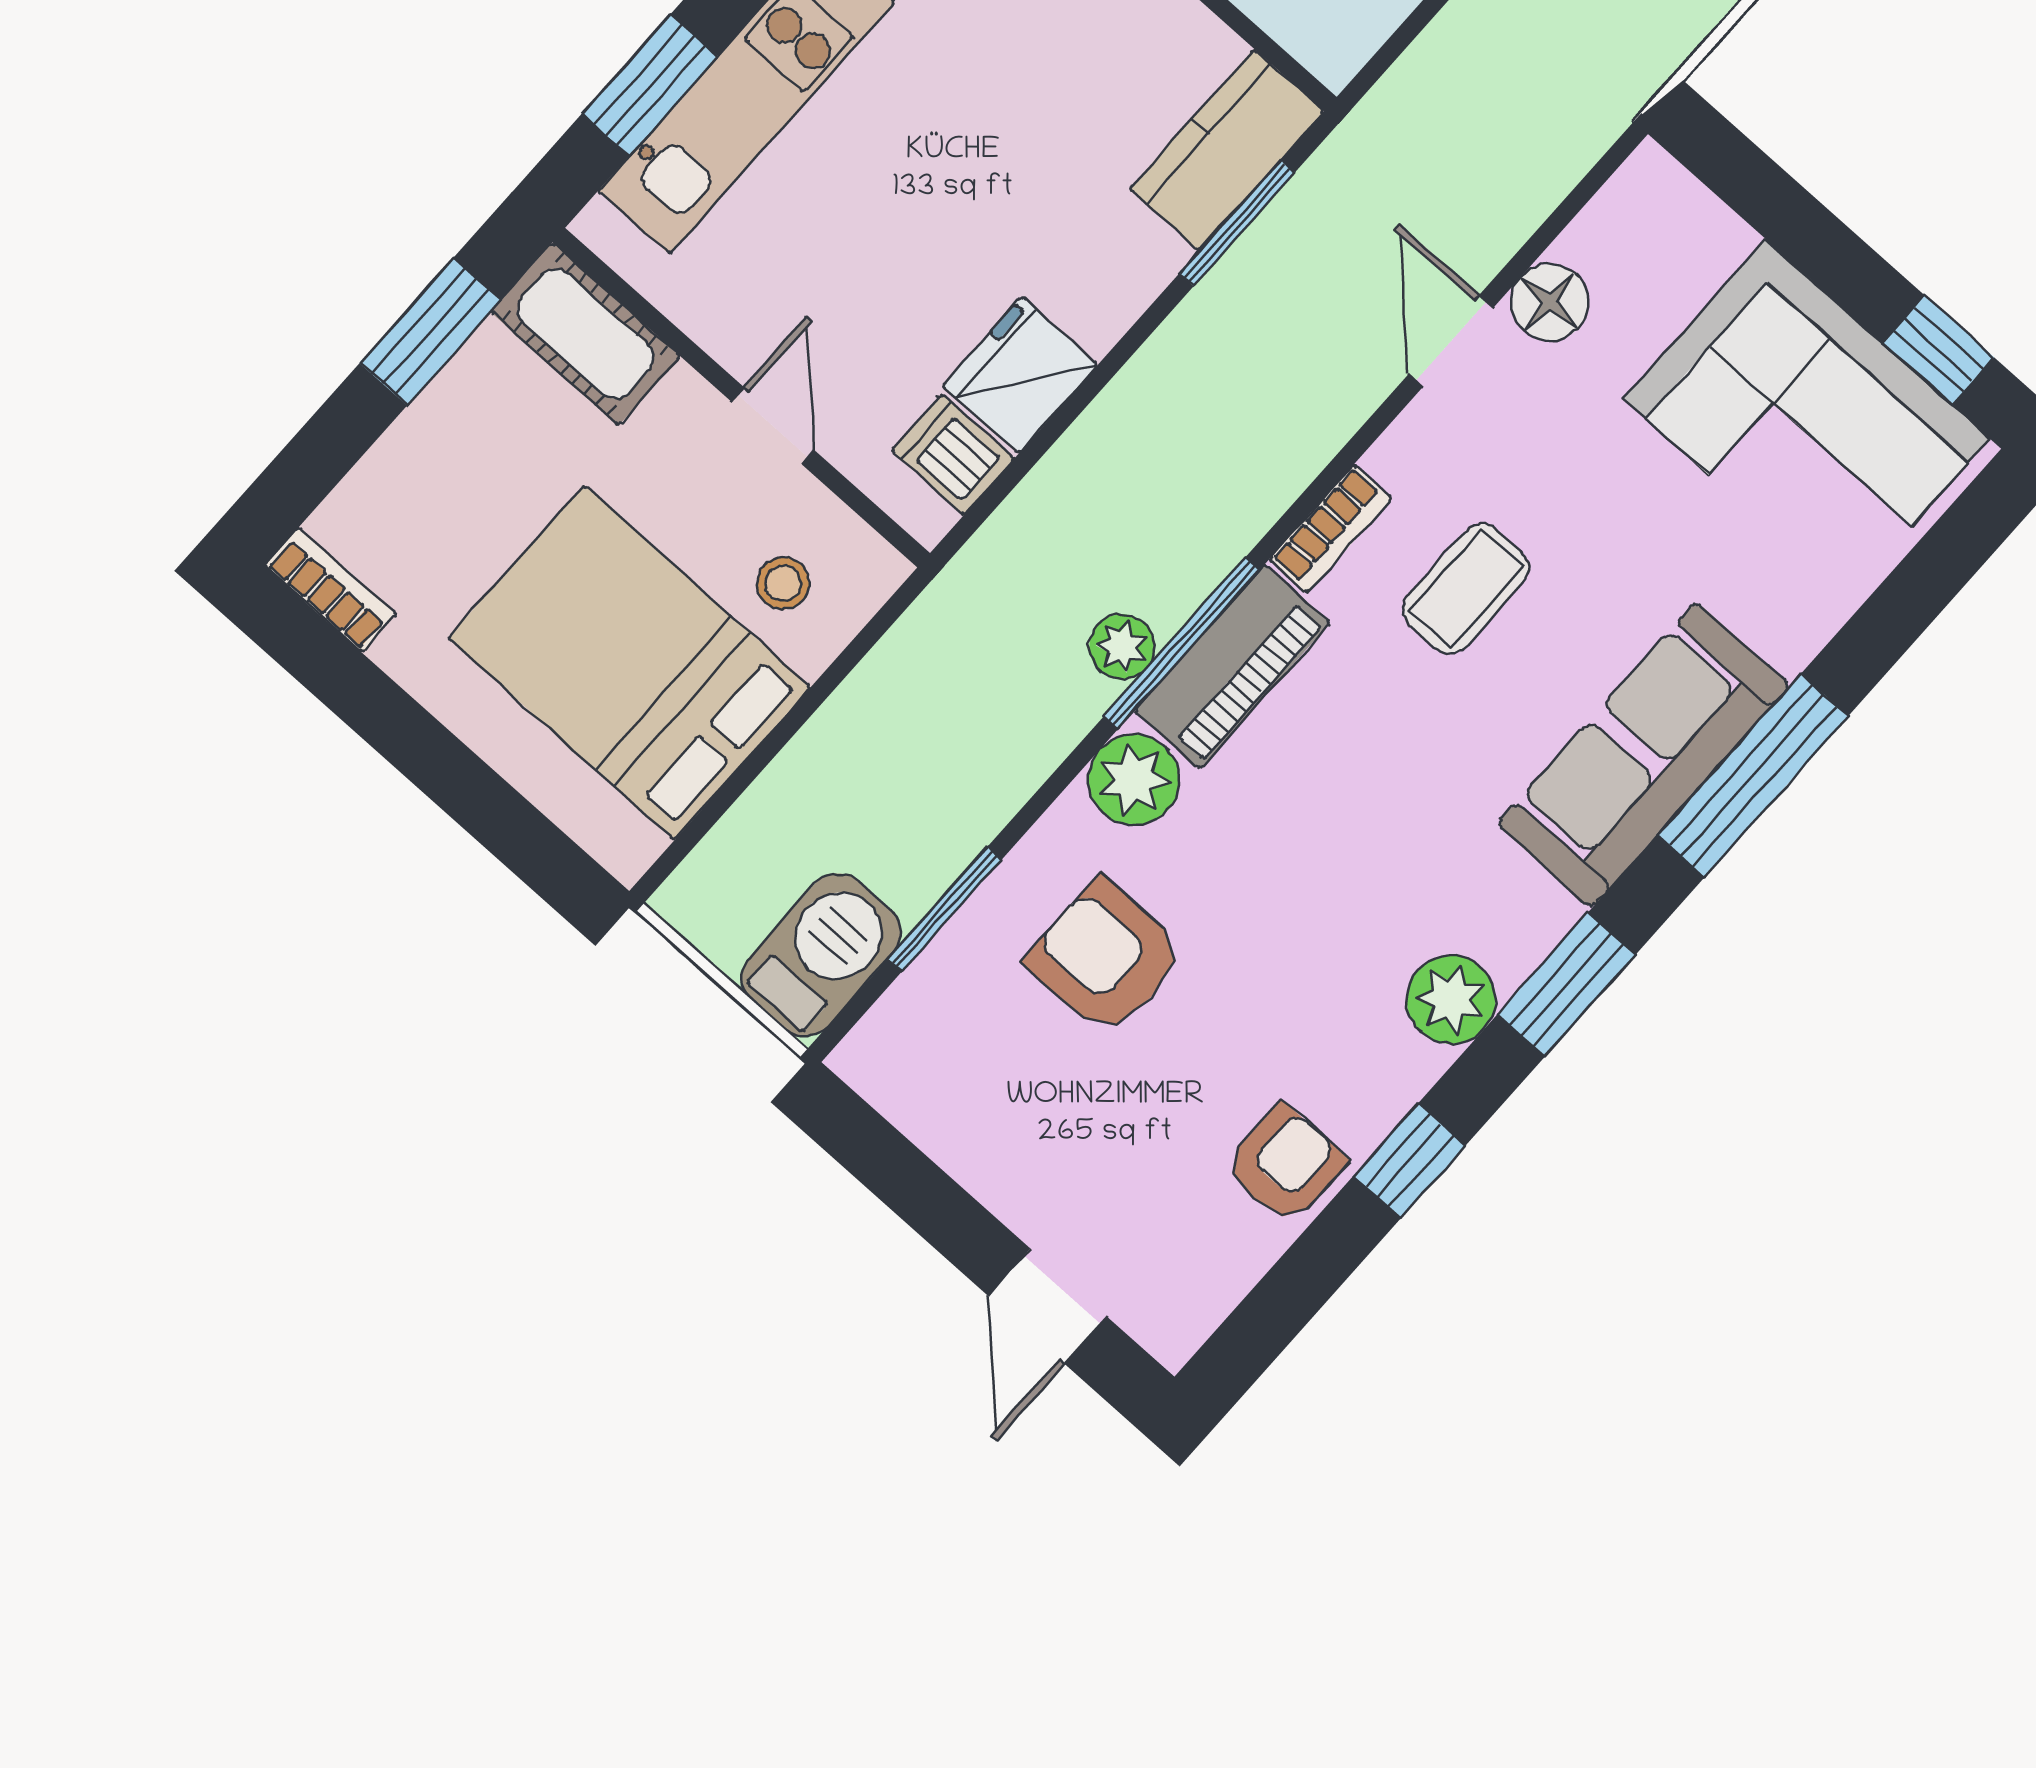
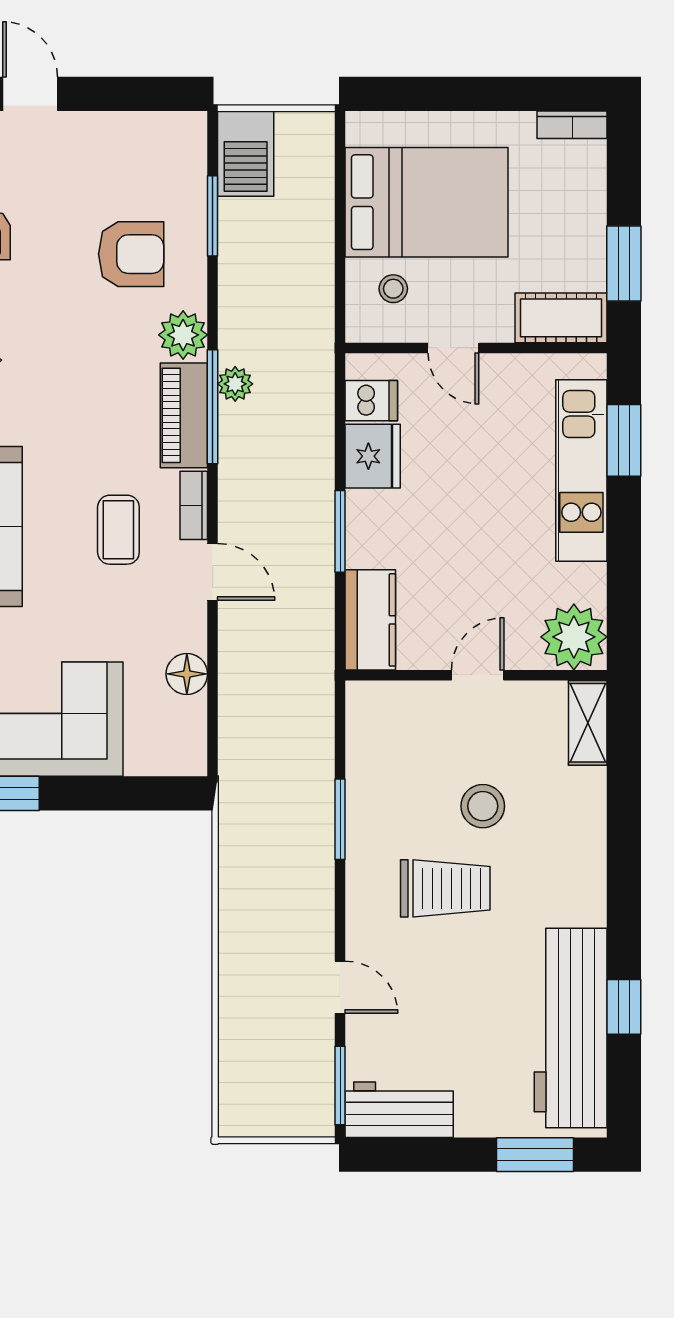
window: (1237, 223) -> (340, 531), moved
door: (1451, 341) -> (213, 572), moved

